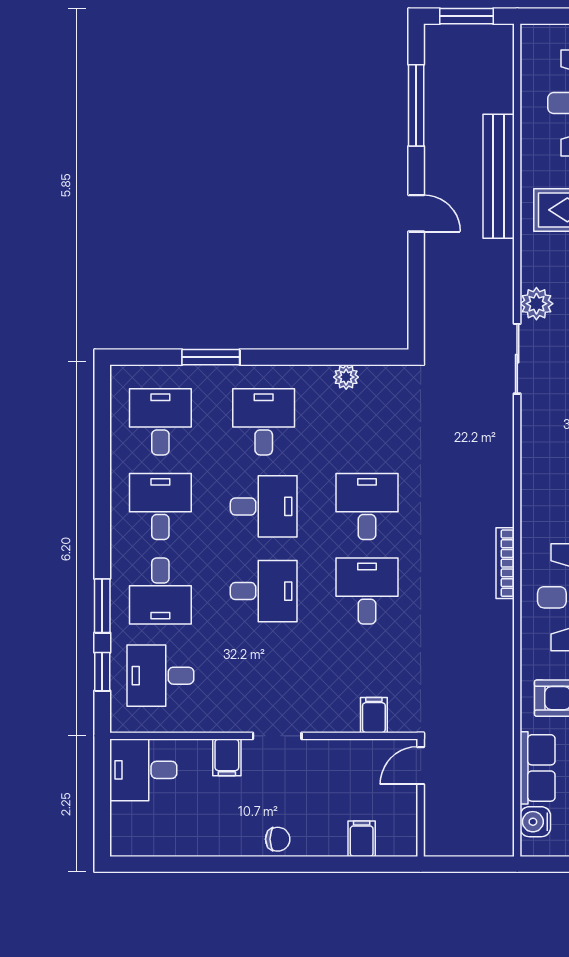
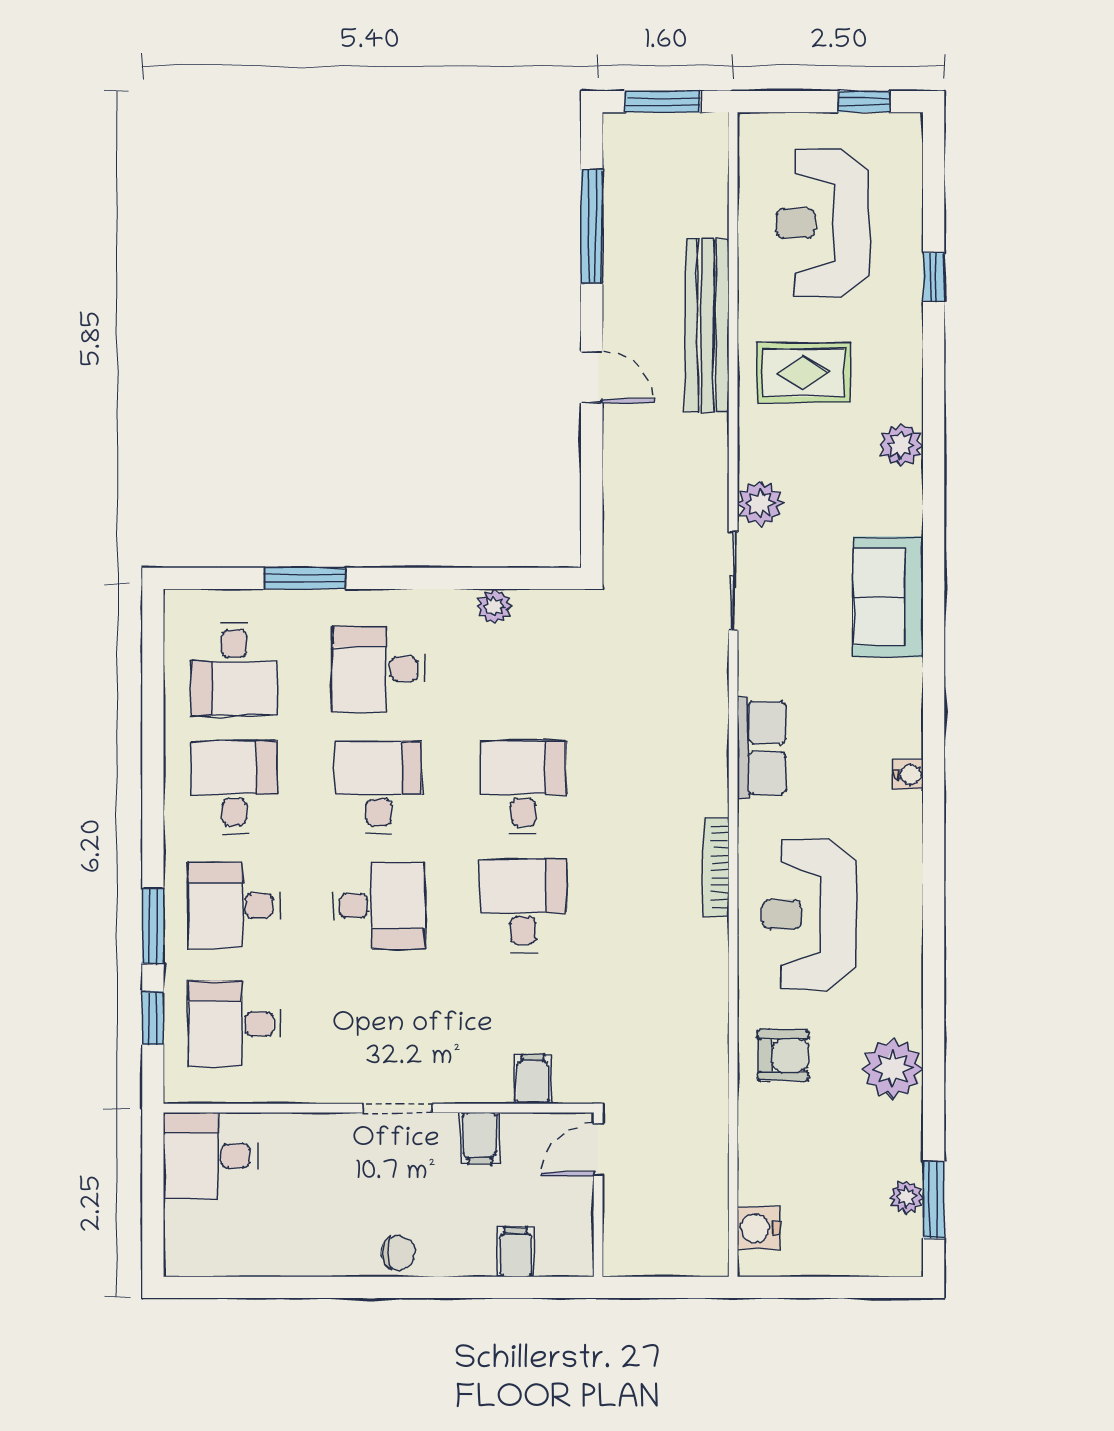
desk: (160, 422) -> (234, 669), turned 180
desk: (264, 422) -> (379, 669), turned -90
desk: (264, 506) -> (379, 787), turned -90
desk: (160, 591) -> (234, 906), turned 90
filing cabinet: (227, 757) -> (480, 1138), moved
row of seats: (538, 768) -> (762, 748), moved

